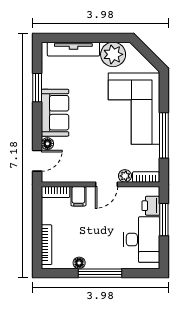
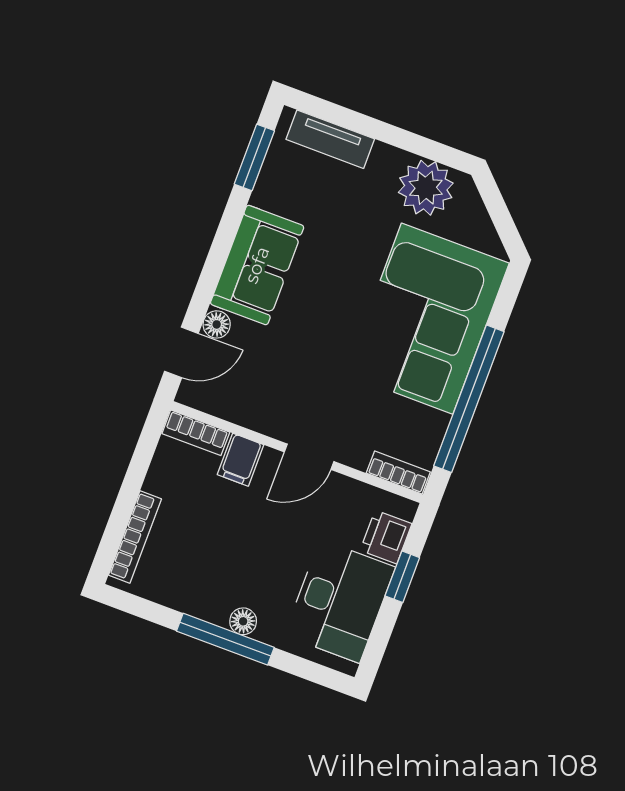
tv unit: (73, 49) -> (330, 139), width x0.71
window: (37, 88) -> (254, 157), moved
window: (164, 135) -> (469, 399), width x1.46
plant: (125, 176) -> (355, 454), removed
window: (164, 220) -> (402, 577), width x0.67
floor lamp: (79, 263) -> (243, 621), moved

